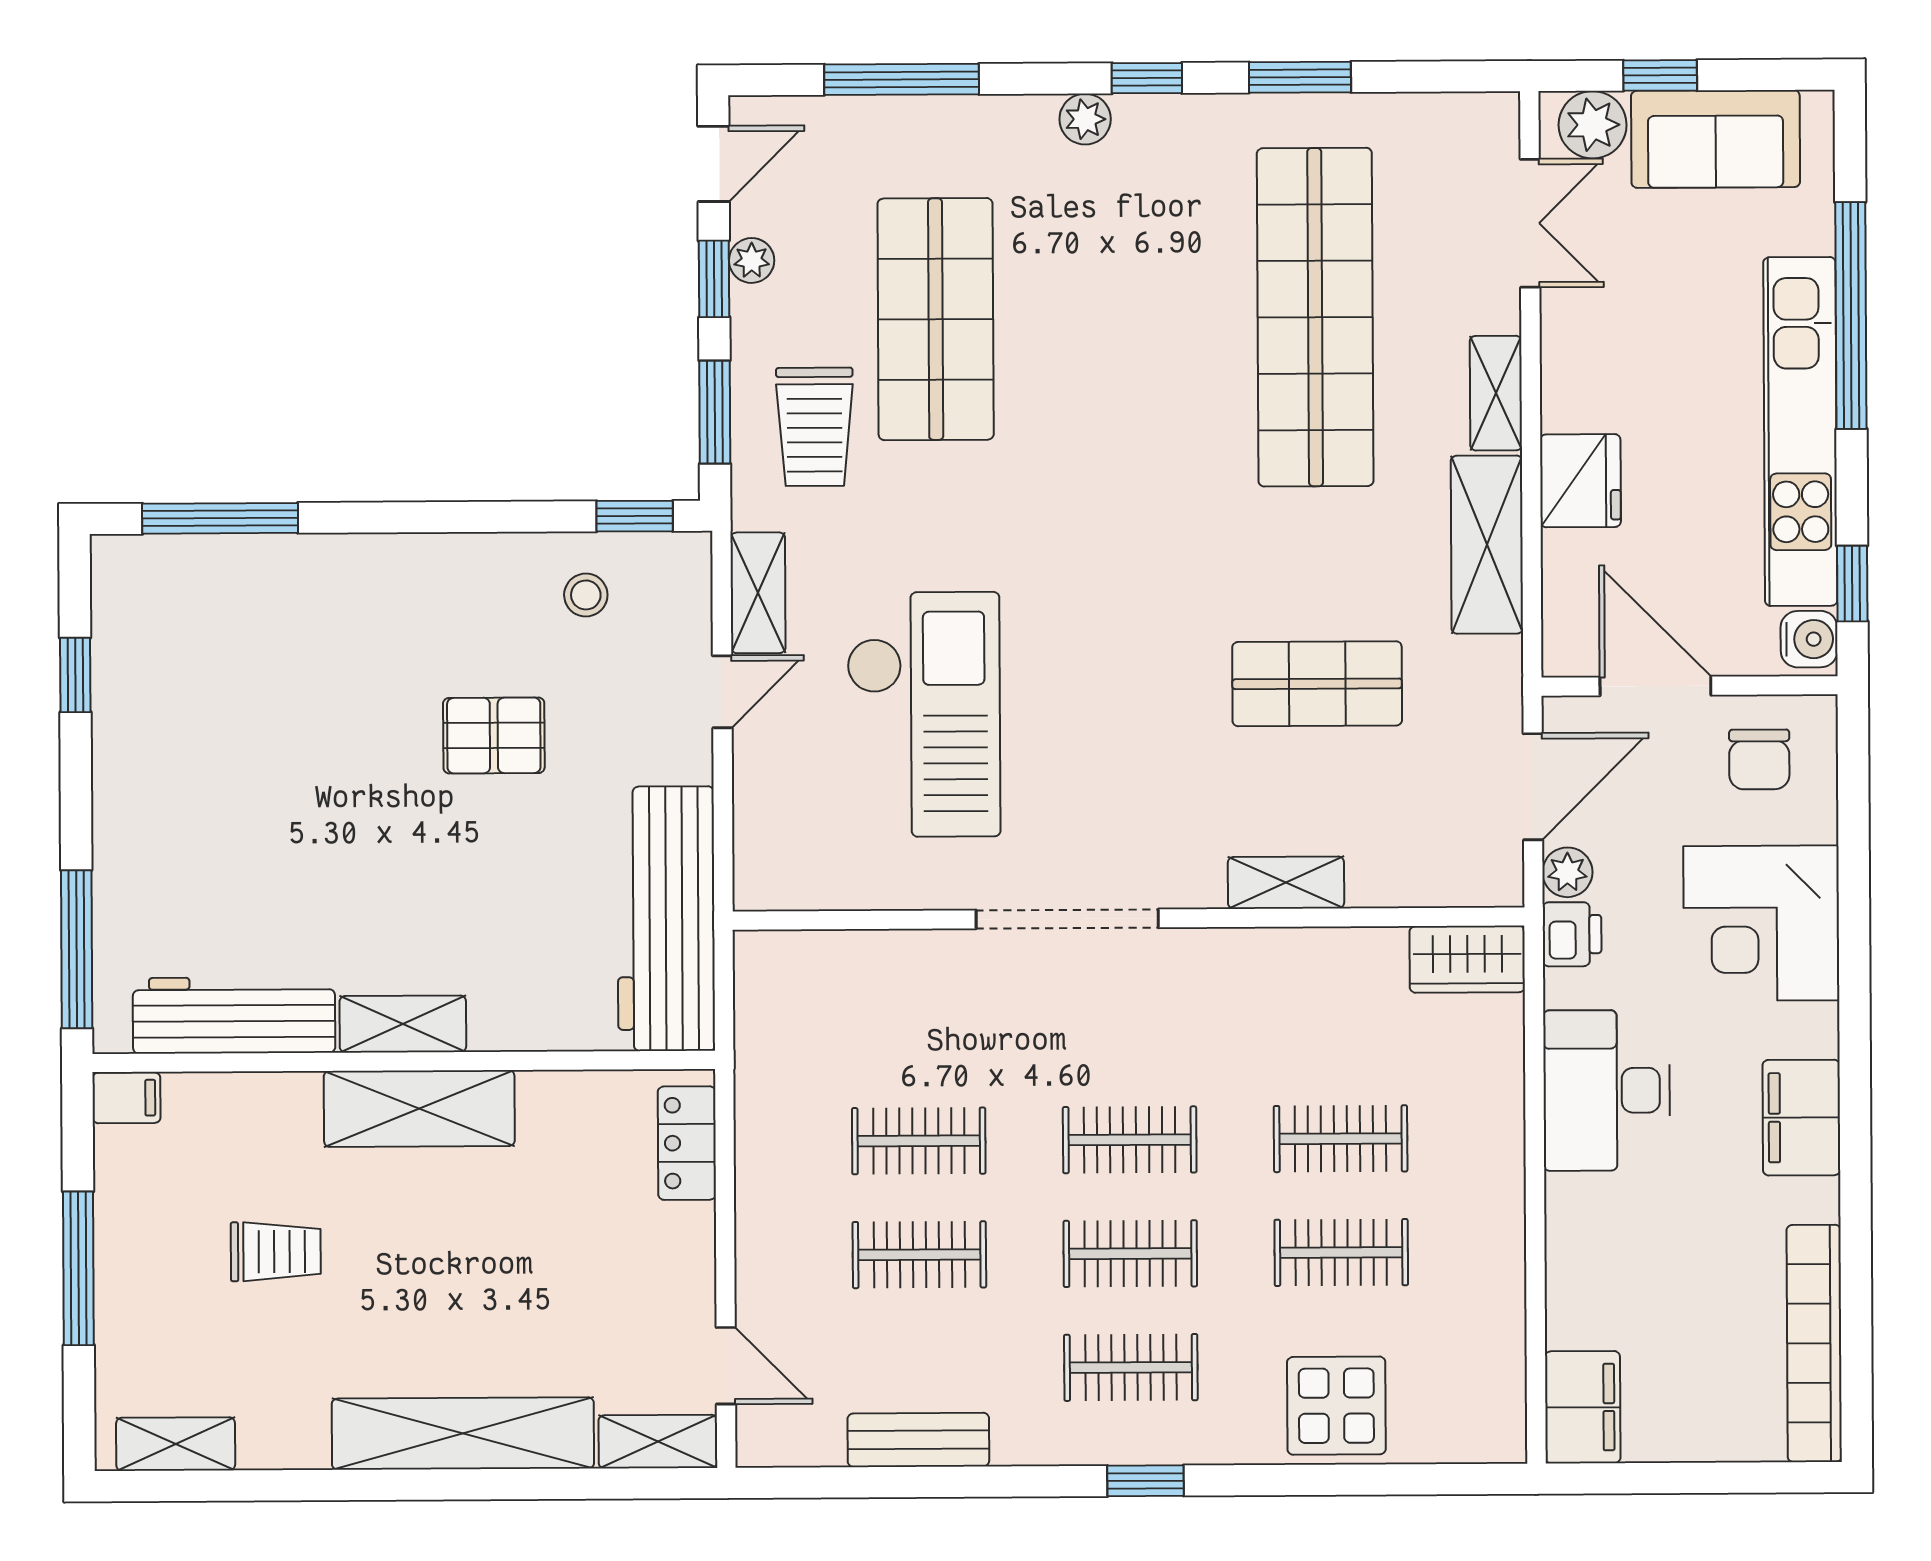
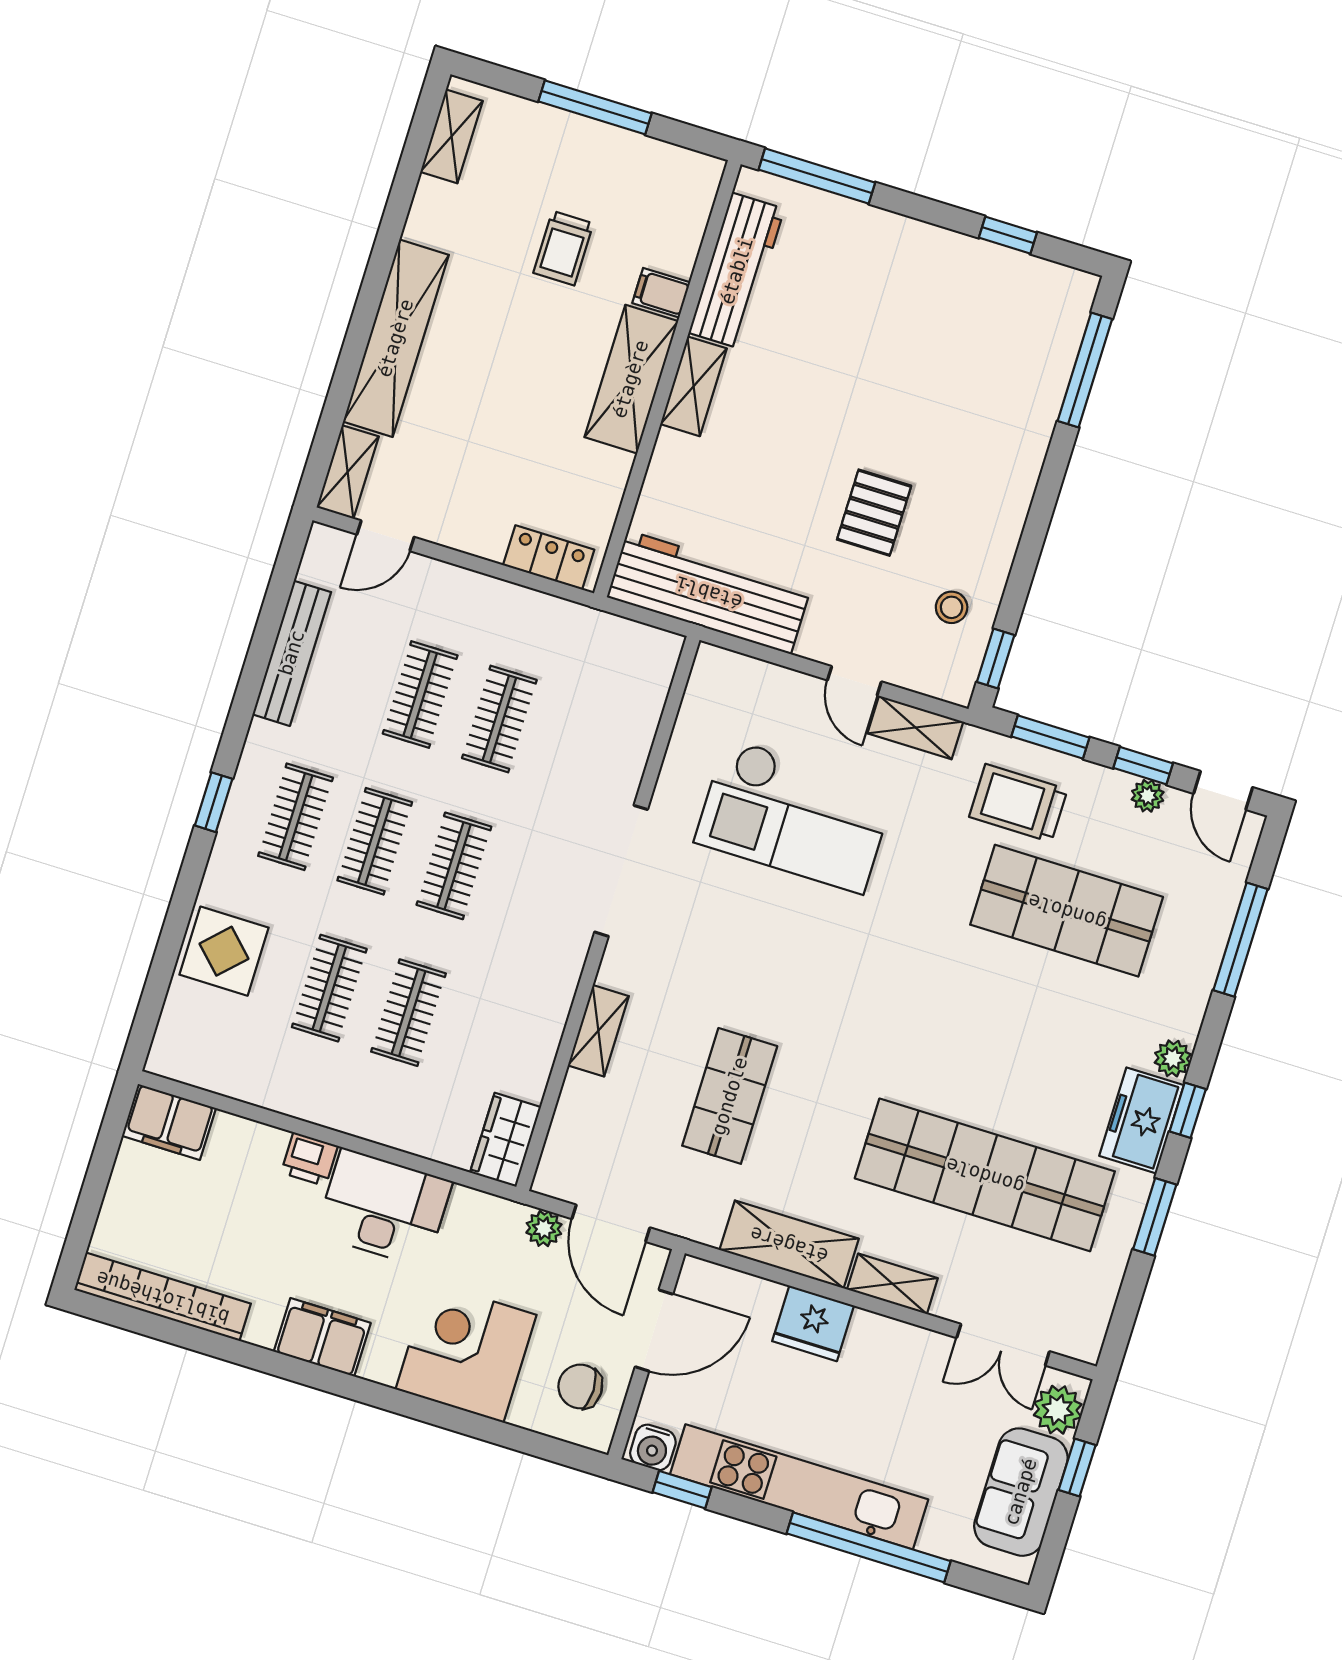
freezer: (1179, 134) -> (1142, 1120), added
printer: (1572, 934) -> (309, 1159), moved
filing cabinet: (126, 1098) -> (661, 293), moved, turned 90
bench: (918, 1440) -> (292, 653), width x1.36

